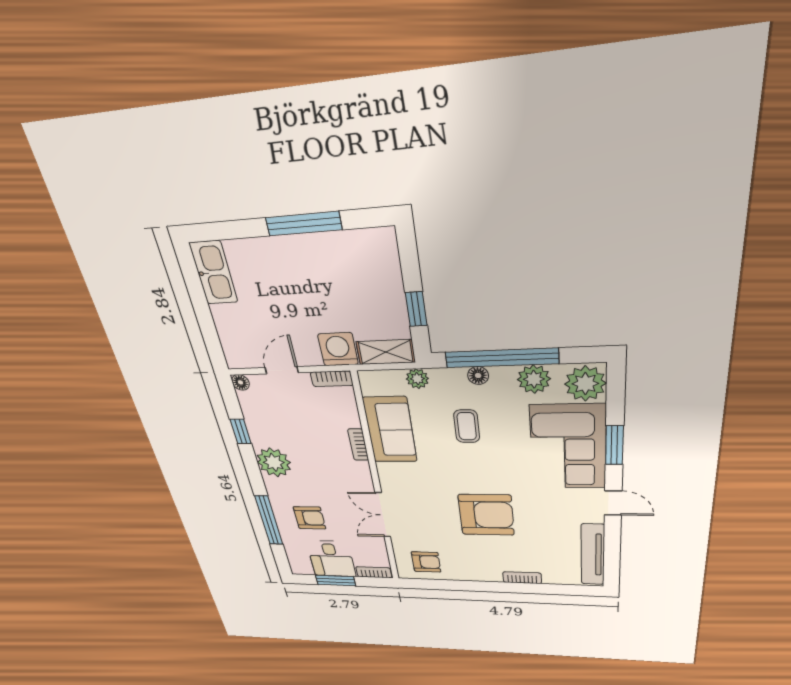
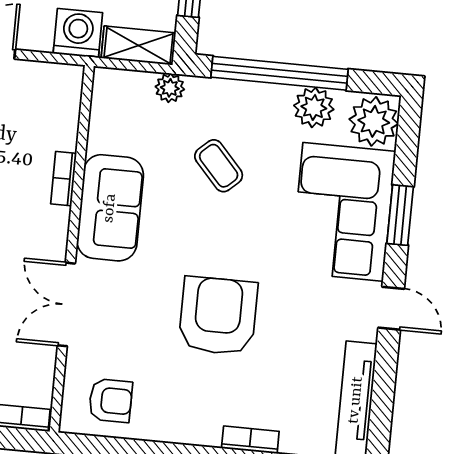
floor lamp: (478, 375) -> (247, 93), removed
bookcase: (332, 379) -> (57, 73), removed
coffee table: (467, 426) -> (219, 166), turned -42
sofa: (390, 430) -> (110, 208), moved
armchair: (486, 515) -> (218, 316), turned -90

